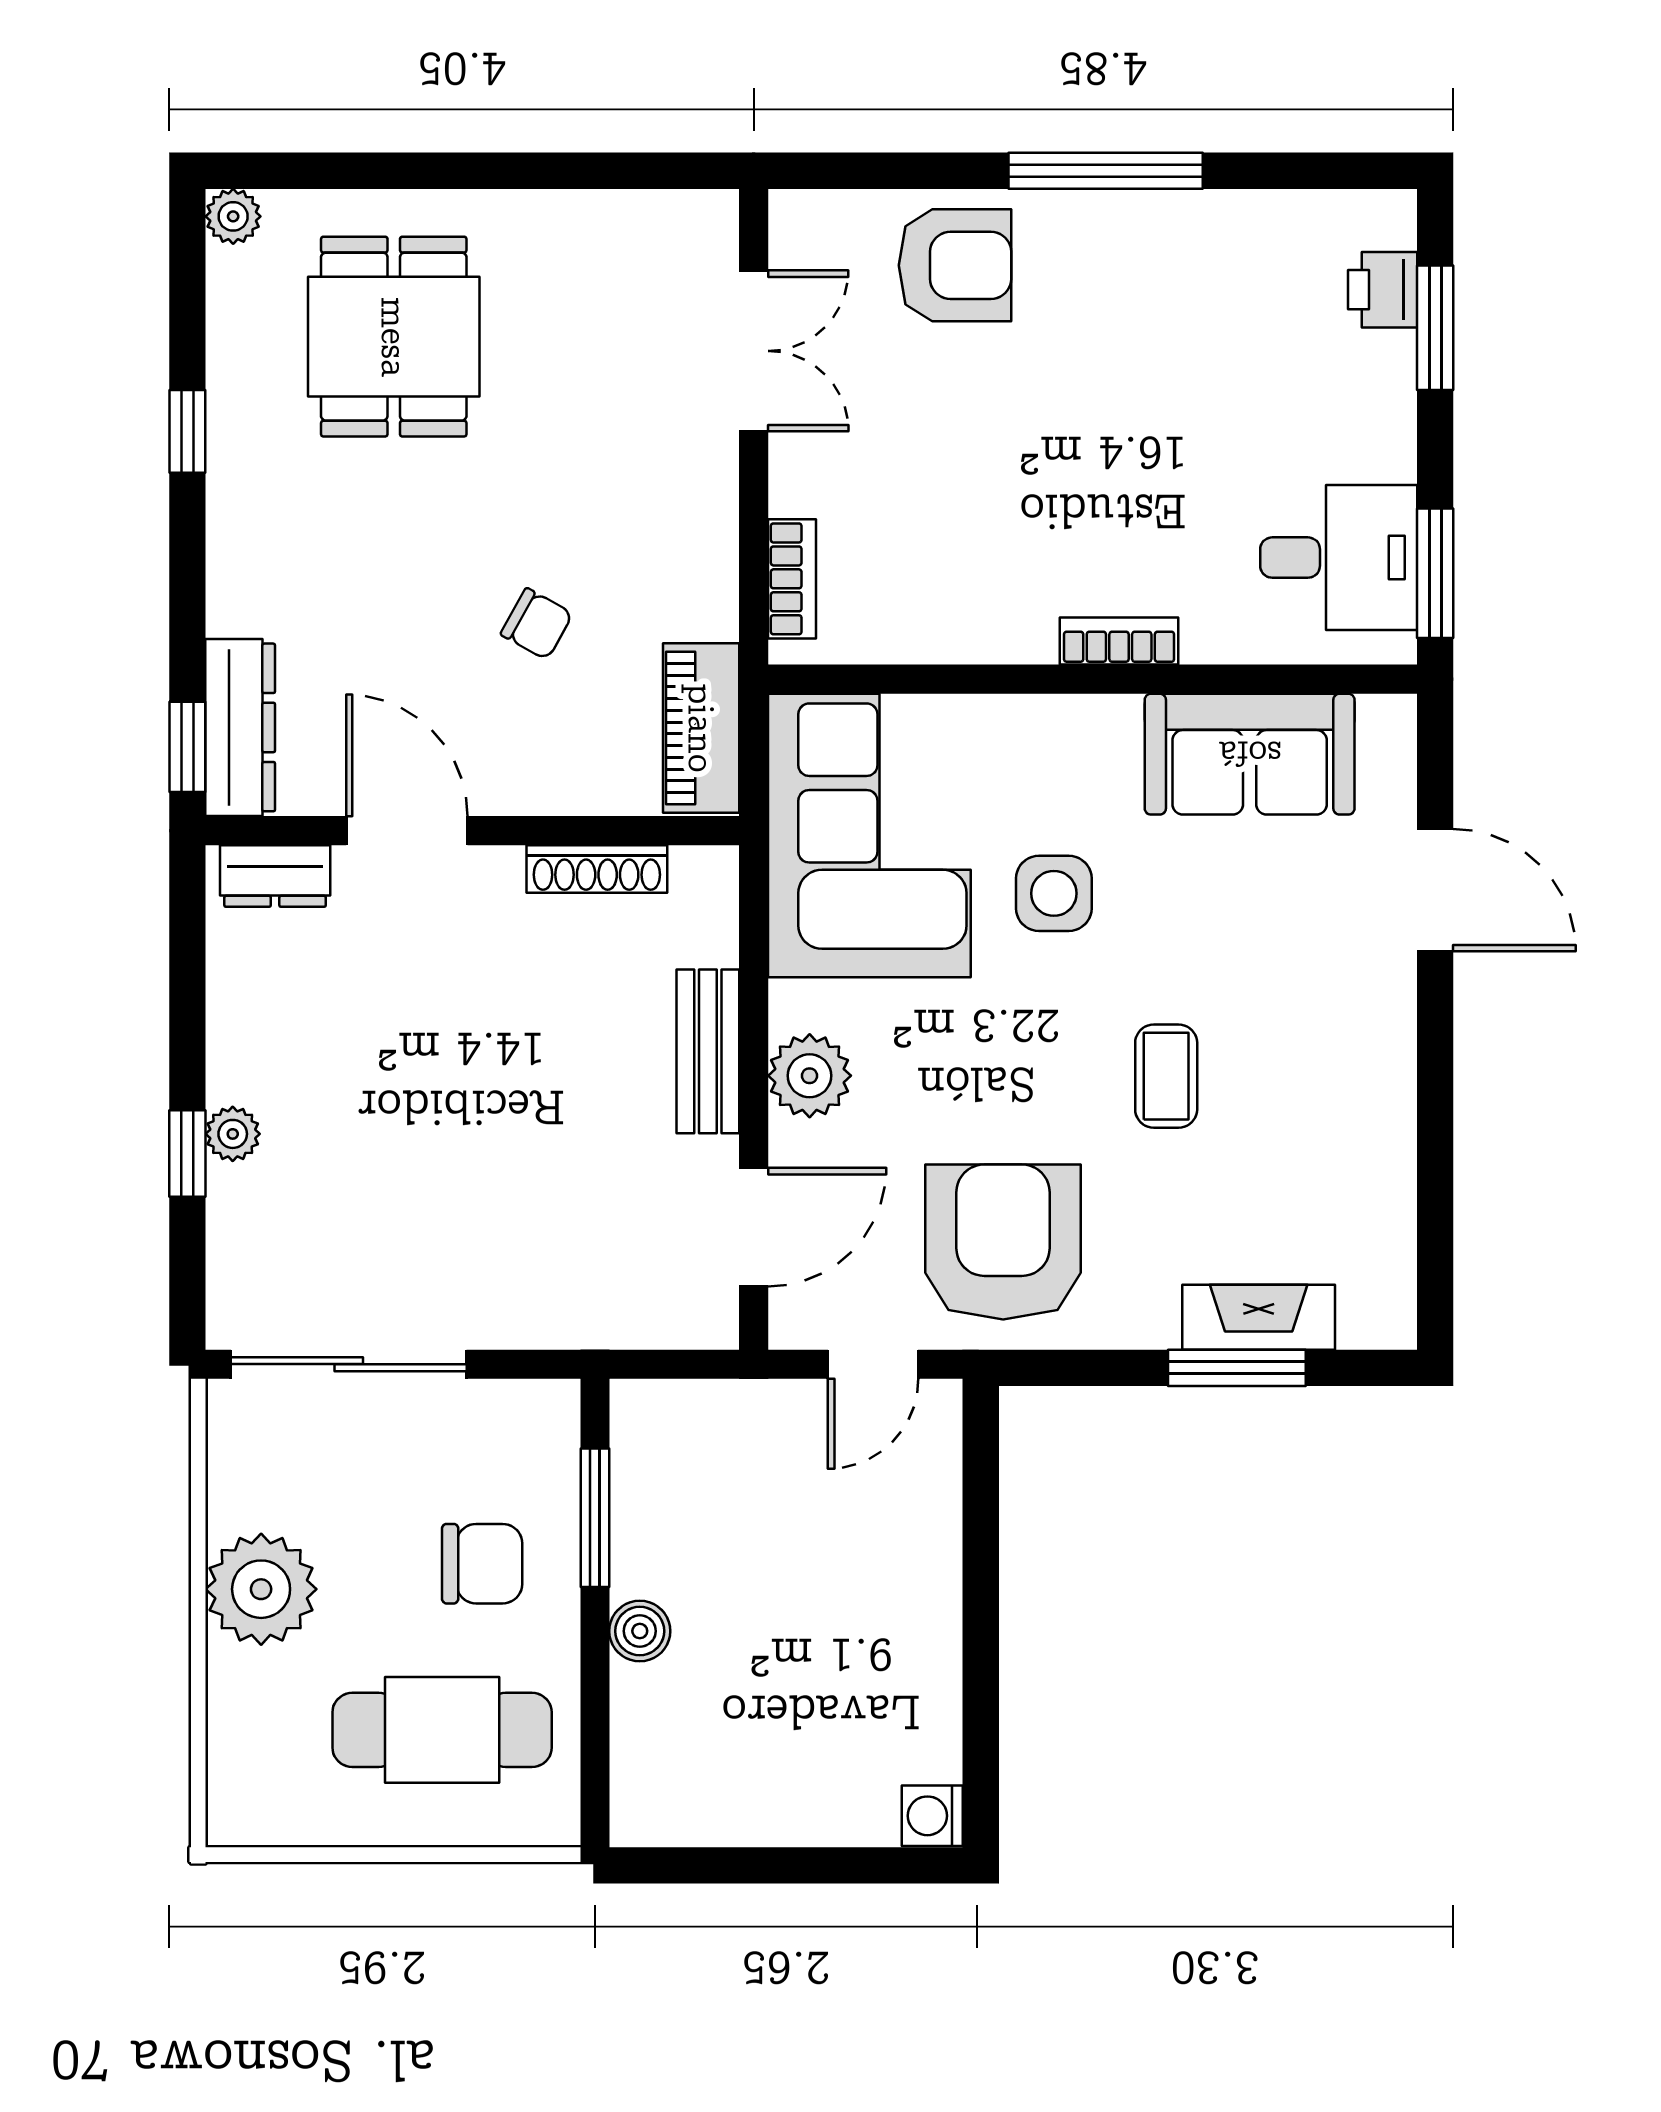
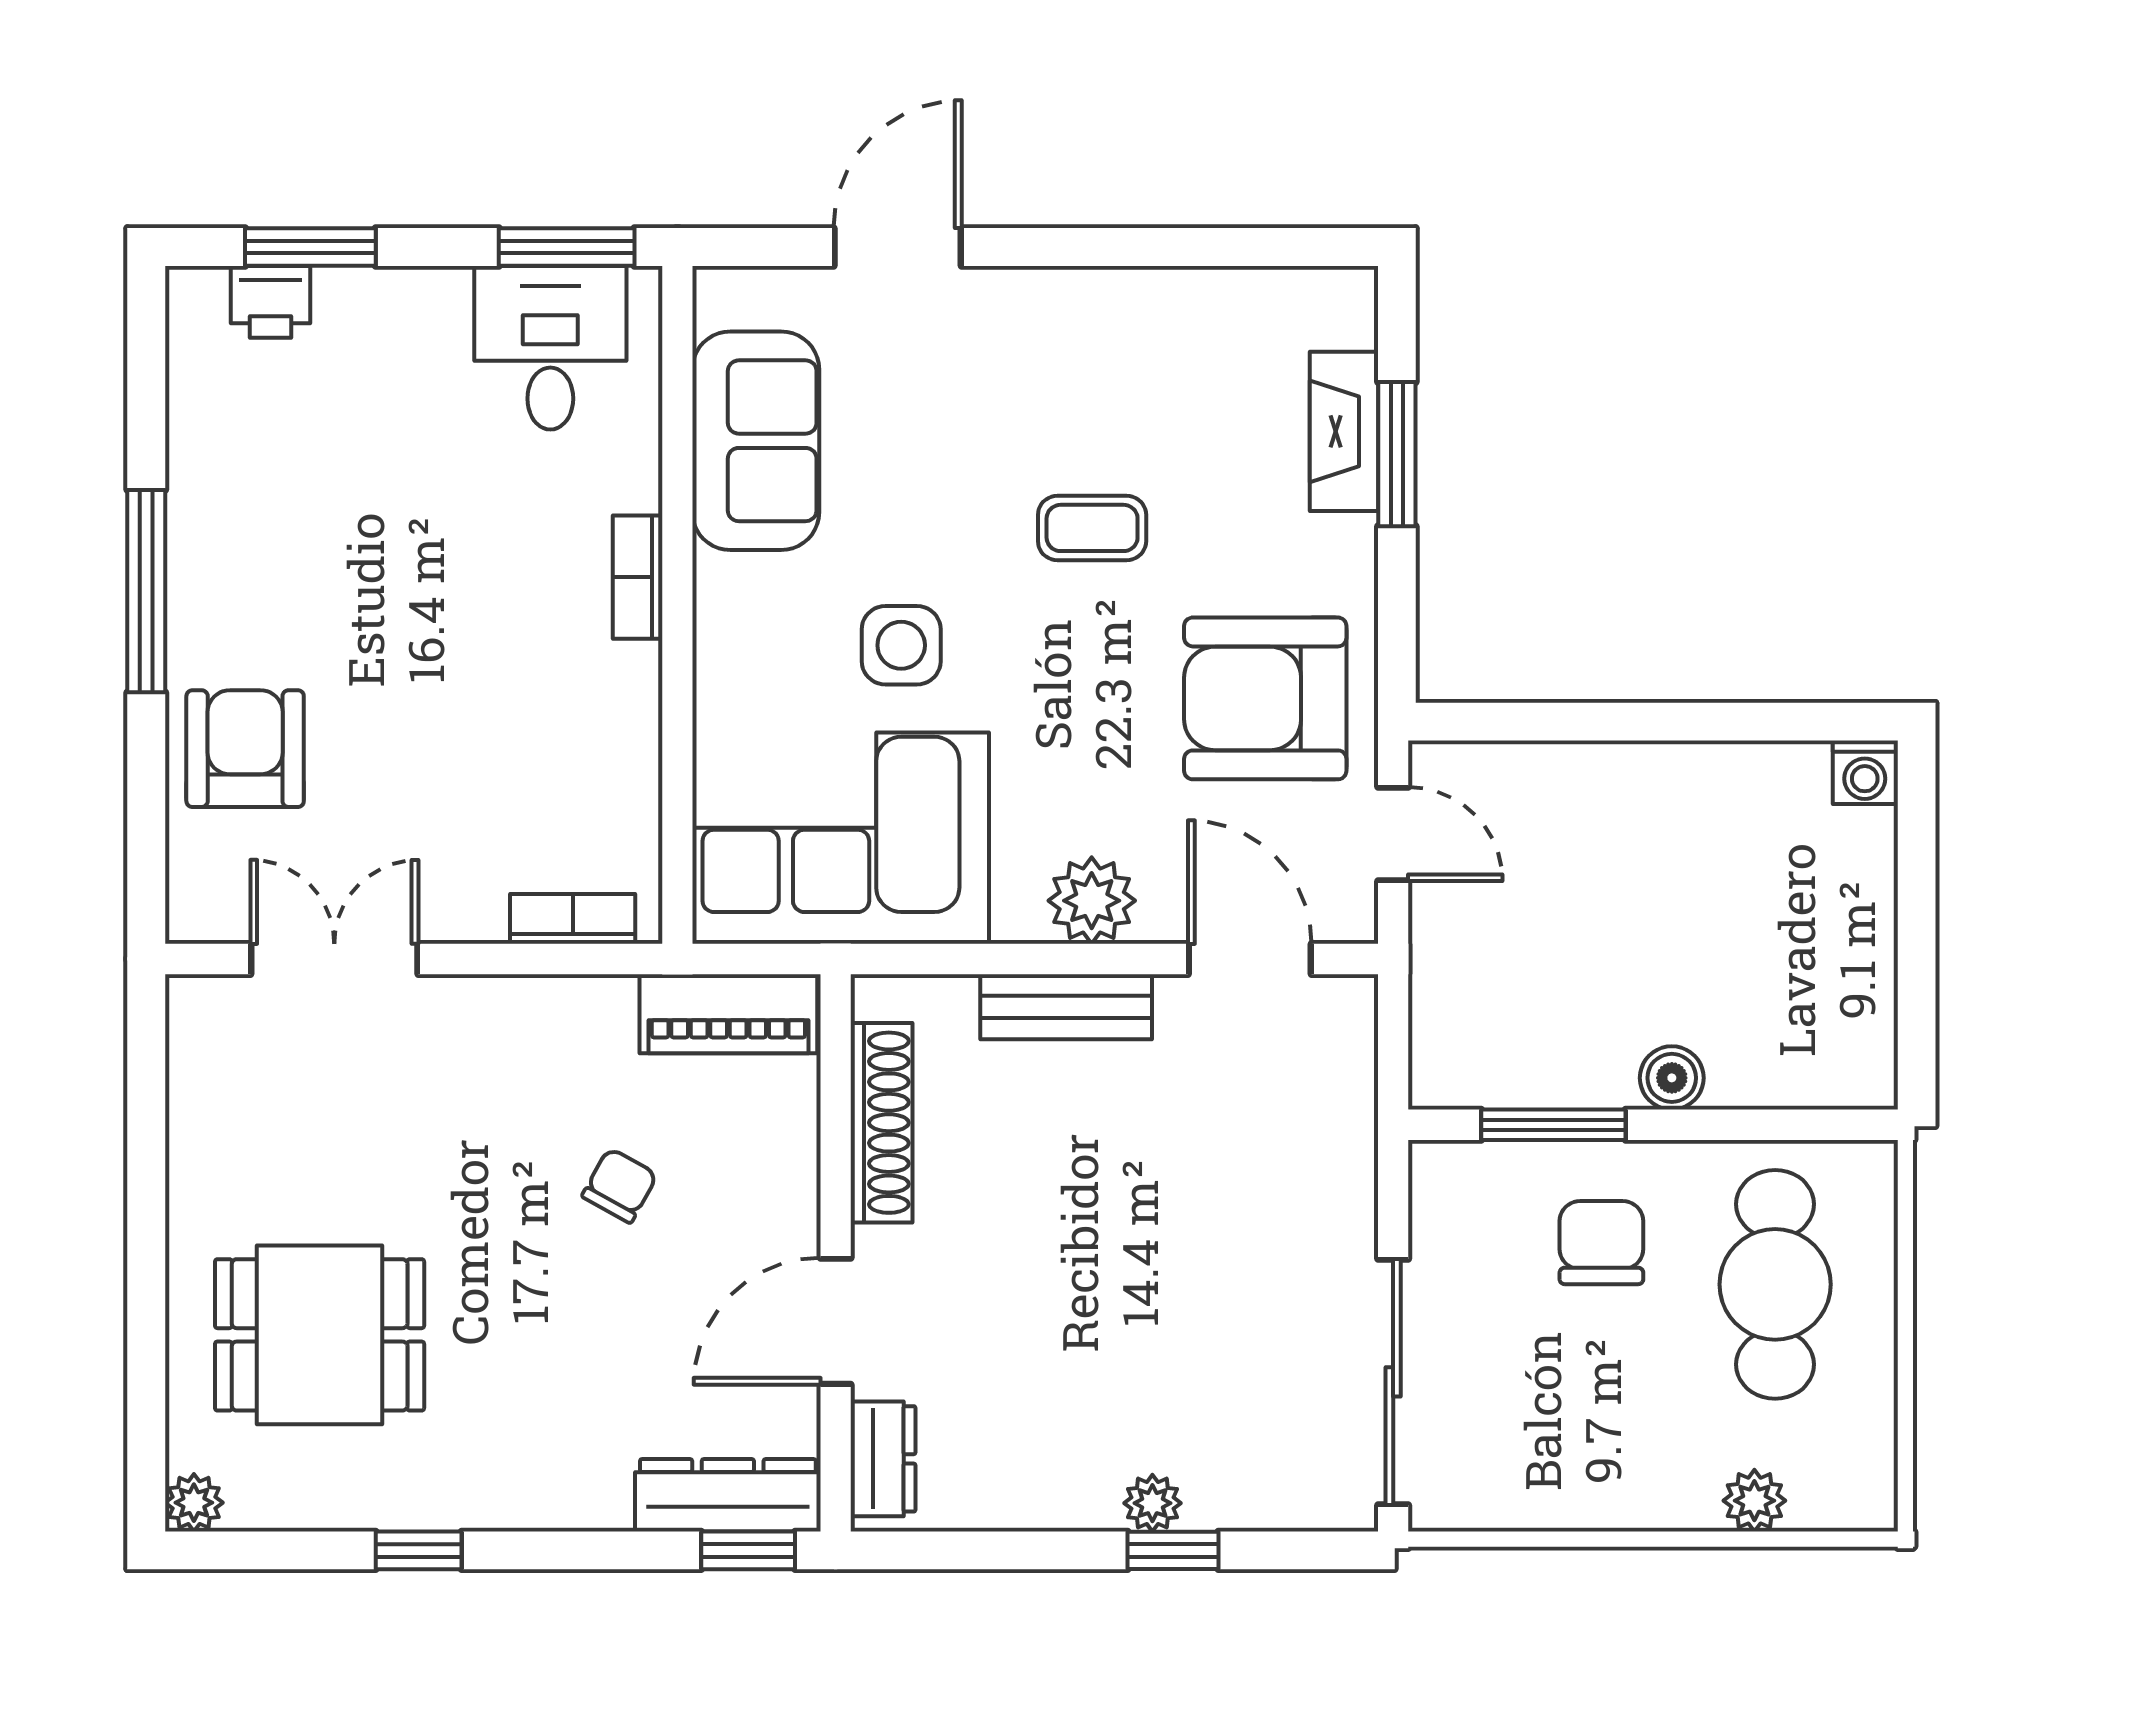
shoe rack: (597, 869) -> (881, 1123), width x1.36, depth x1.24
plant: (261, 1589) -> (1754, 1501), moved, width x0.53, depth x0.53

